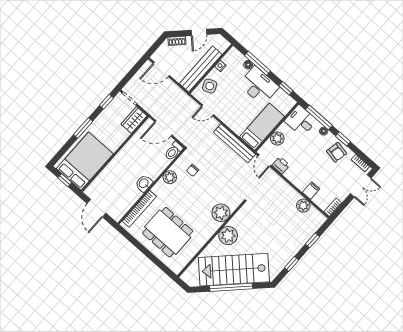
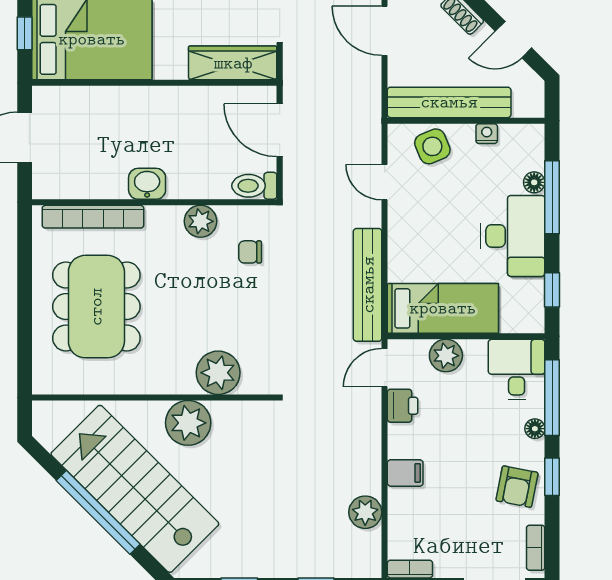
wardrobe: (134, 120) -> (233, 63), width x1.50
filing cabinet: (311, 191) -> (405, 473), moved

